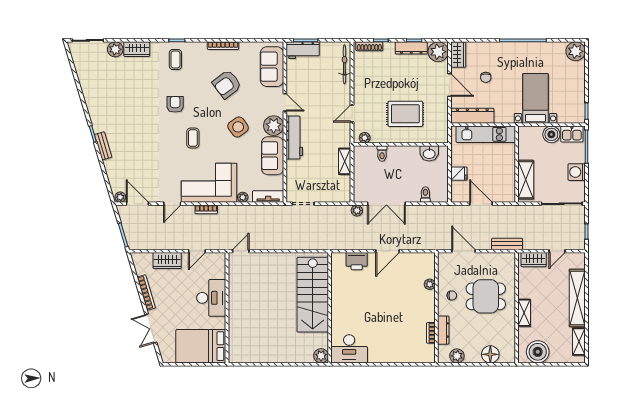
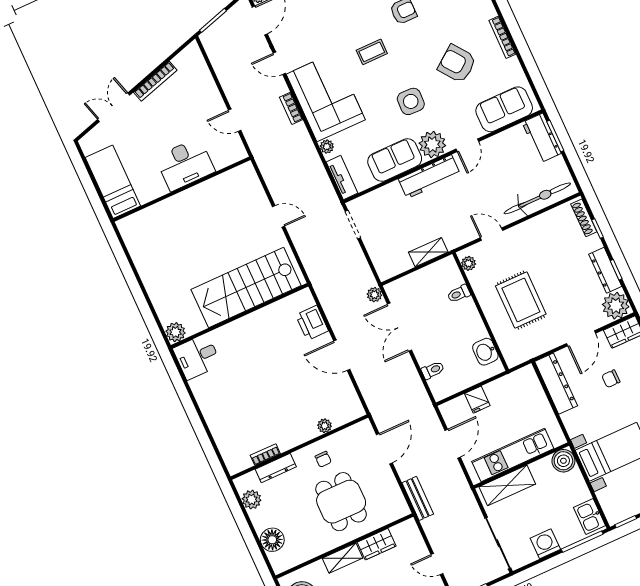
bicycle: (344, 64) -> (537, 198), width x1.37, depth x1.40
side table: (238, 127) -> (411, 101), turned 38
kitchen unit: (486, 134) -> (513, 455), moved, turned 90
boiler: (551, 134) -> (563, 461), moved
door: (241, 251) -> (279, 216), moved
wardrobe: (534, 260) -> (377, 544), moved, turned -90
wardrobe: (167, 261) -> (206, 89), removed
bed: (201, 346) -> (113, 182), width x0.67
desk: (349, 349) -> (197, 357), width x0.73

